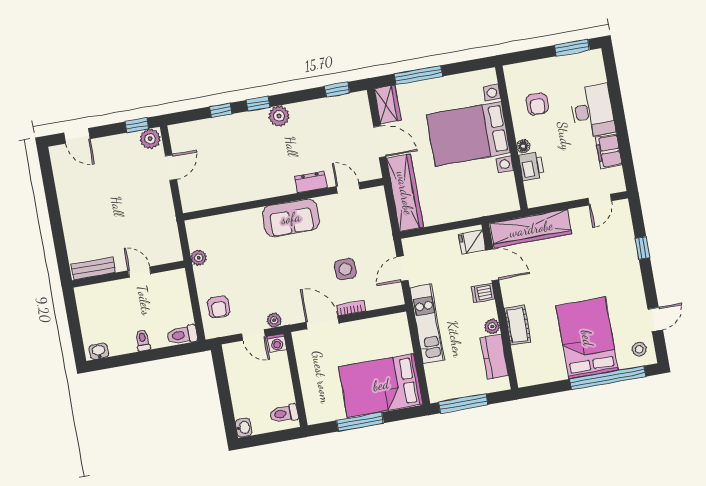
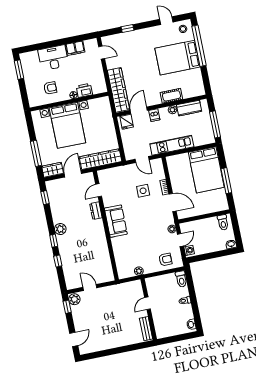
door: (322, 323) -> (173, 202), swing flipped
washing machine: (277, 343) -> (189, 250), moved

